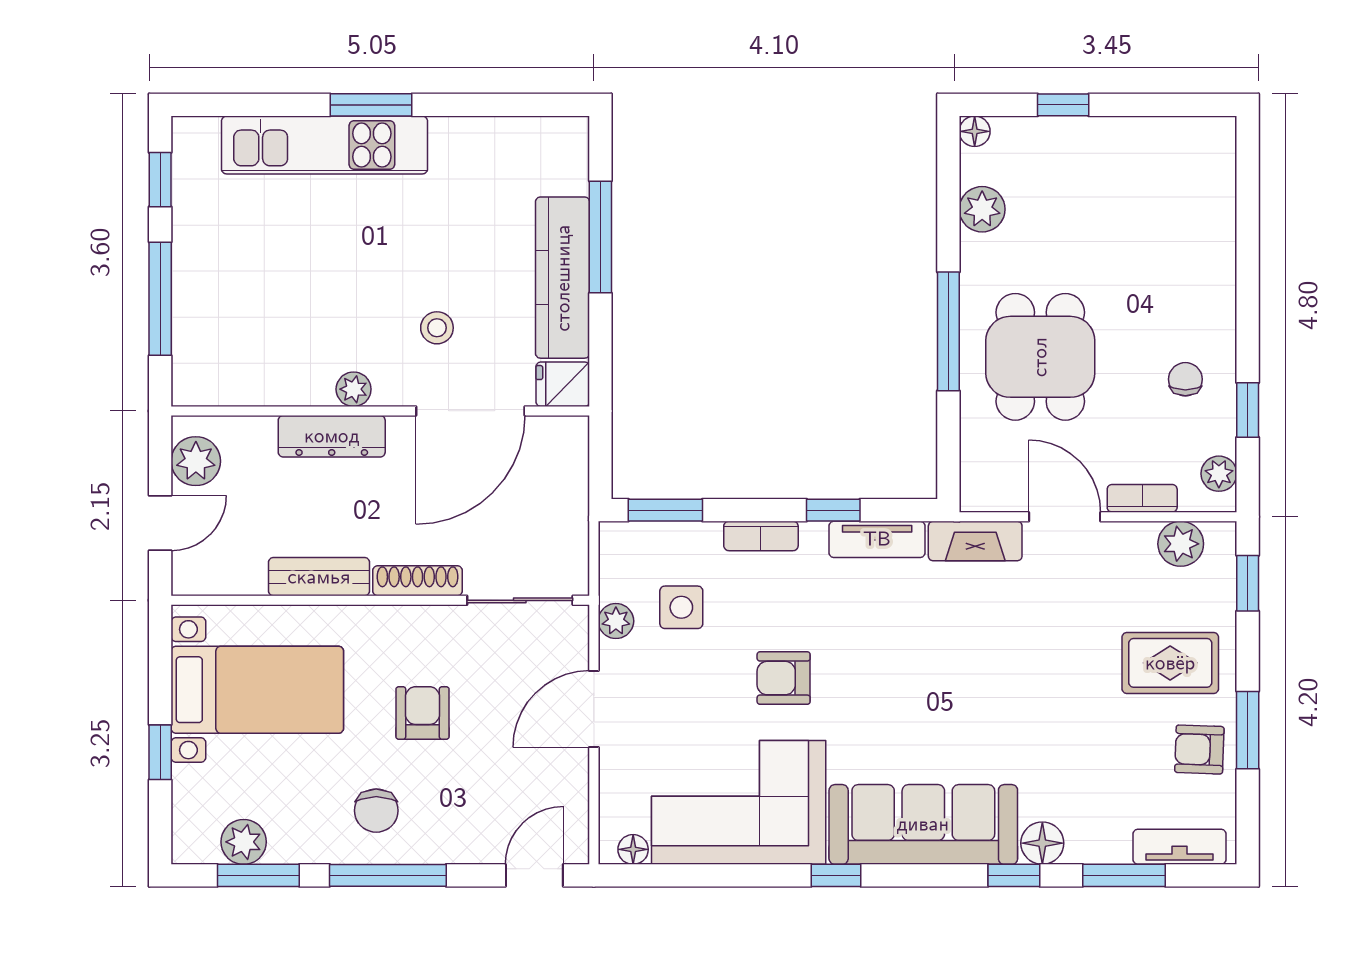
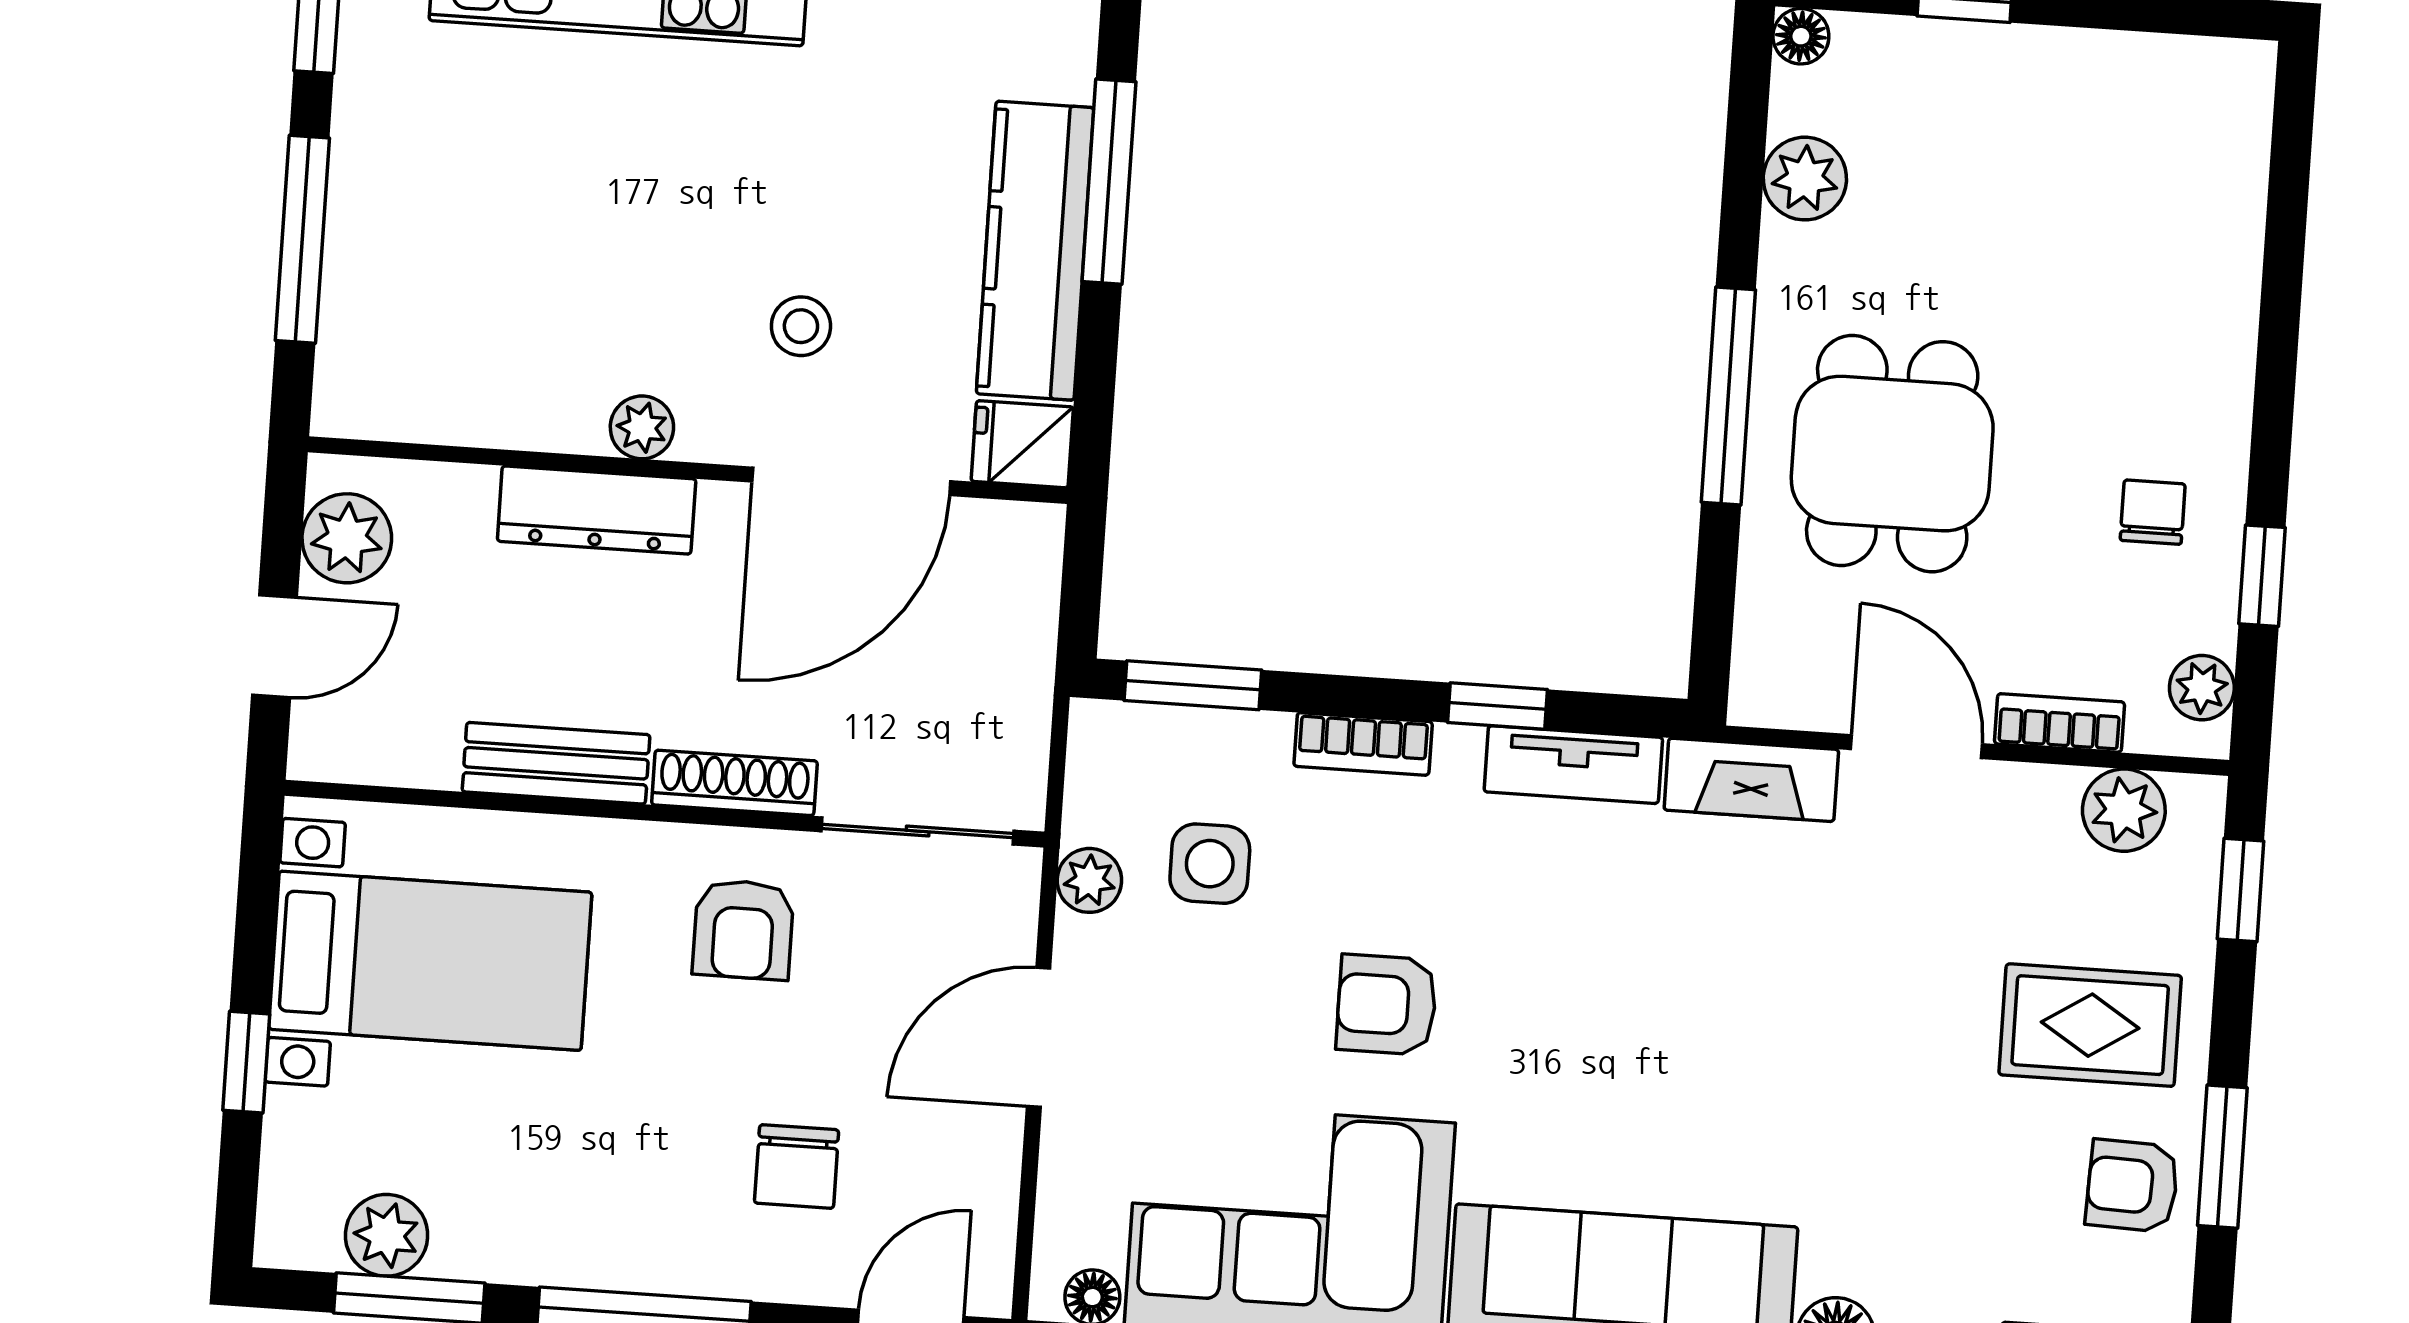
armchair: (423, 713) -> (743, 930), moved, turned 180
chair: (376, 811) -> (797, 1166), moved

